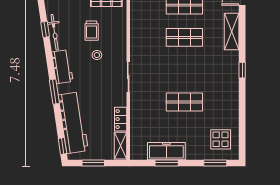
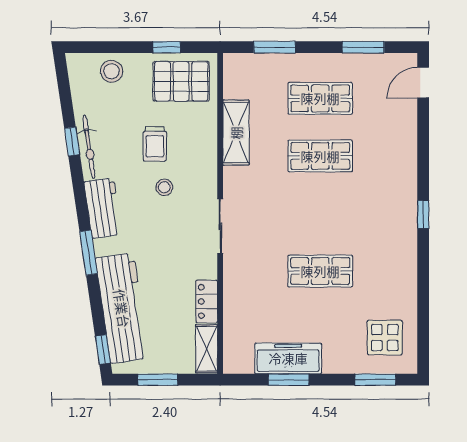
shelving: (232, 32) -> (236, 133), moved

